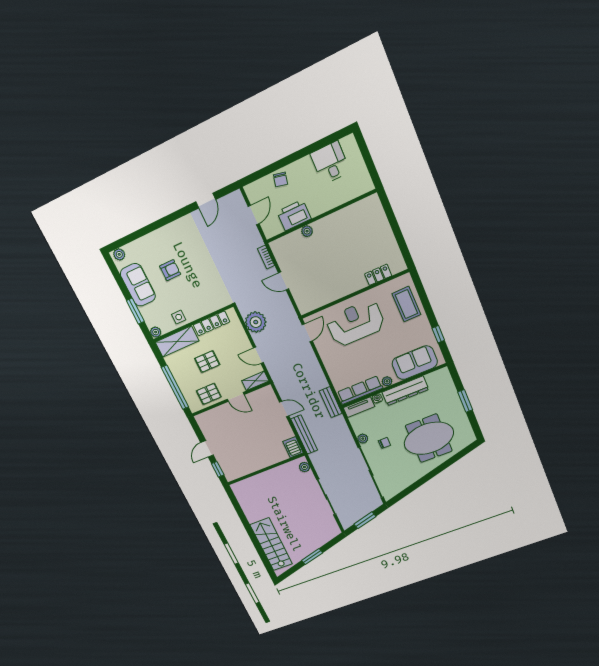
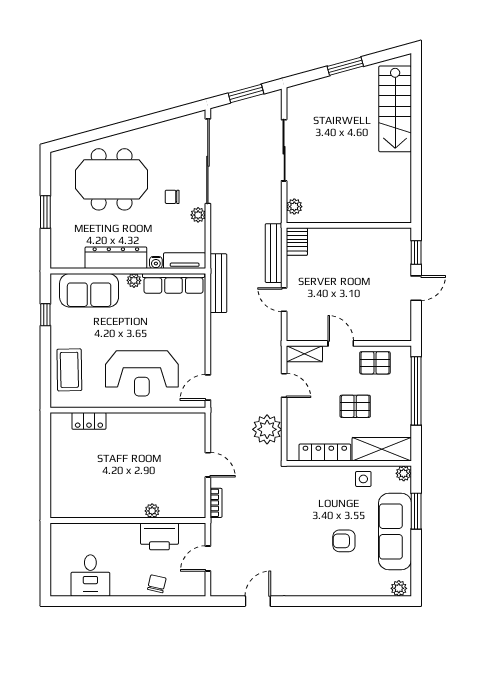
sofa: (138, 285) -> (395, 531), width x1.36
bench: (331, 402) -> (218, 283), width x1.36

